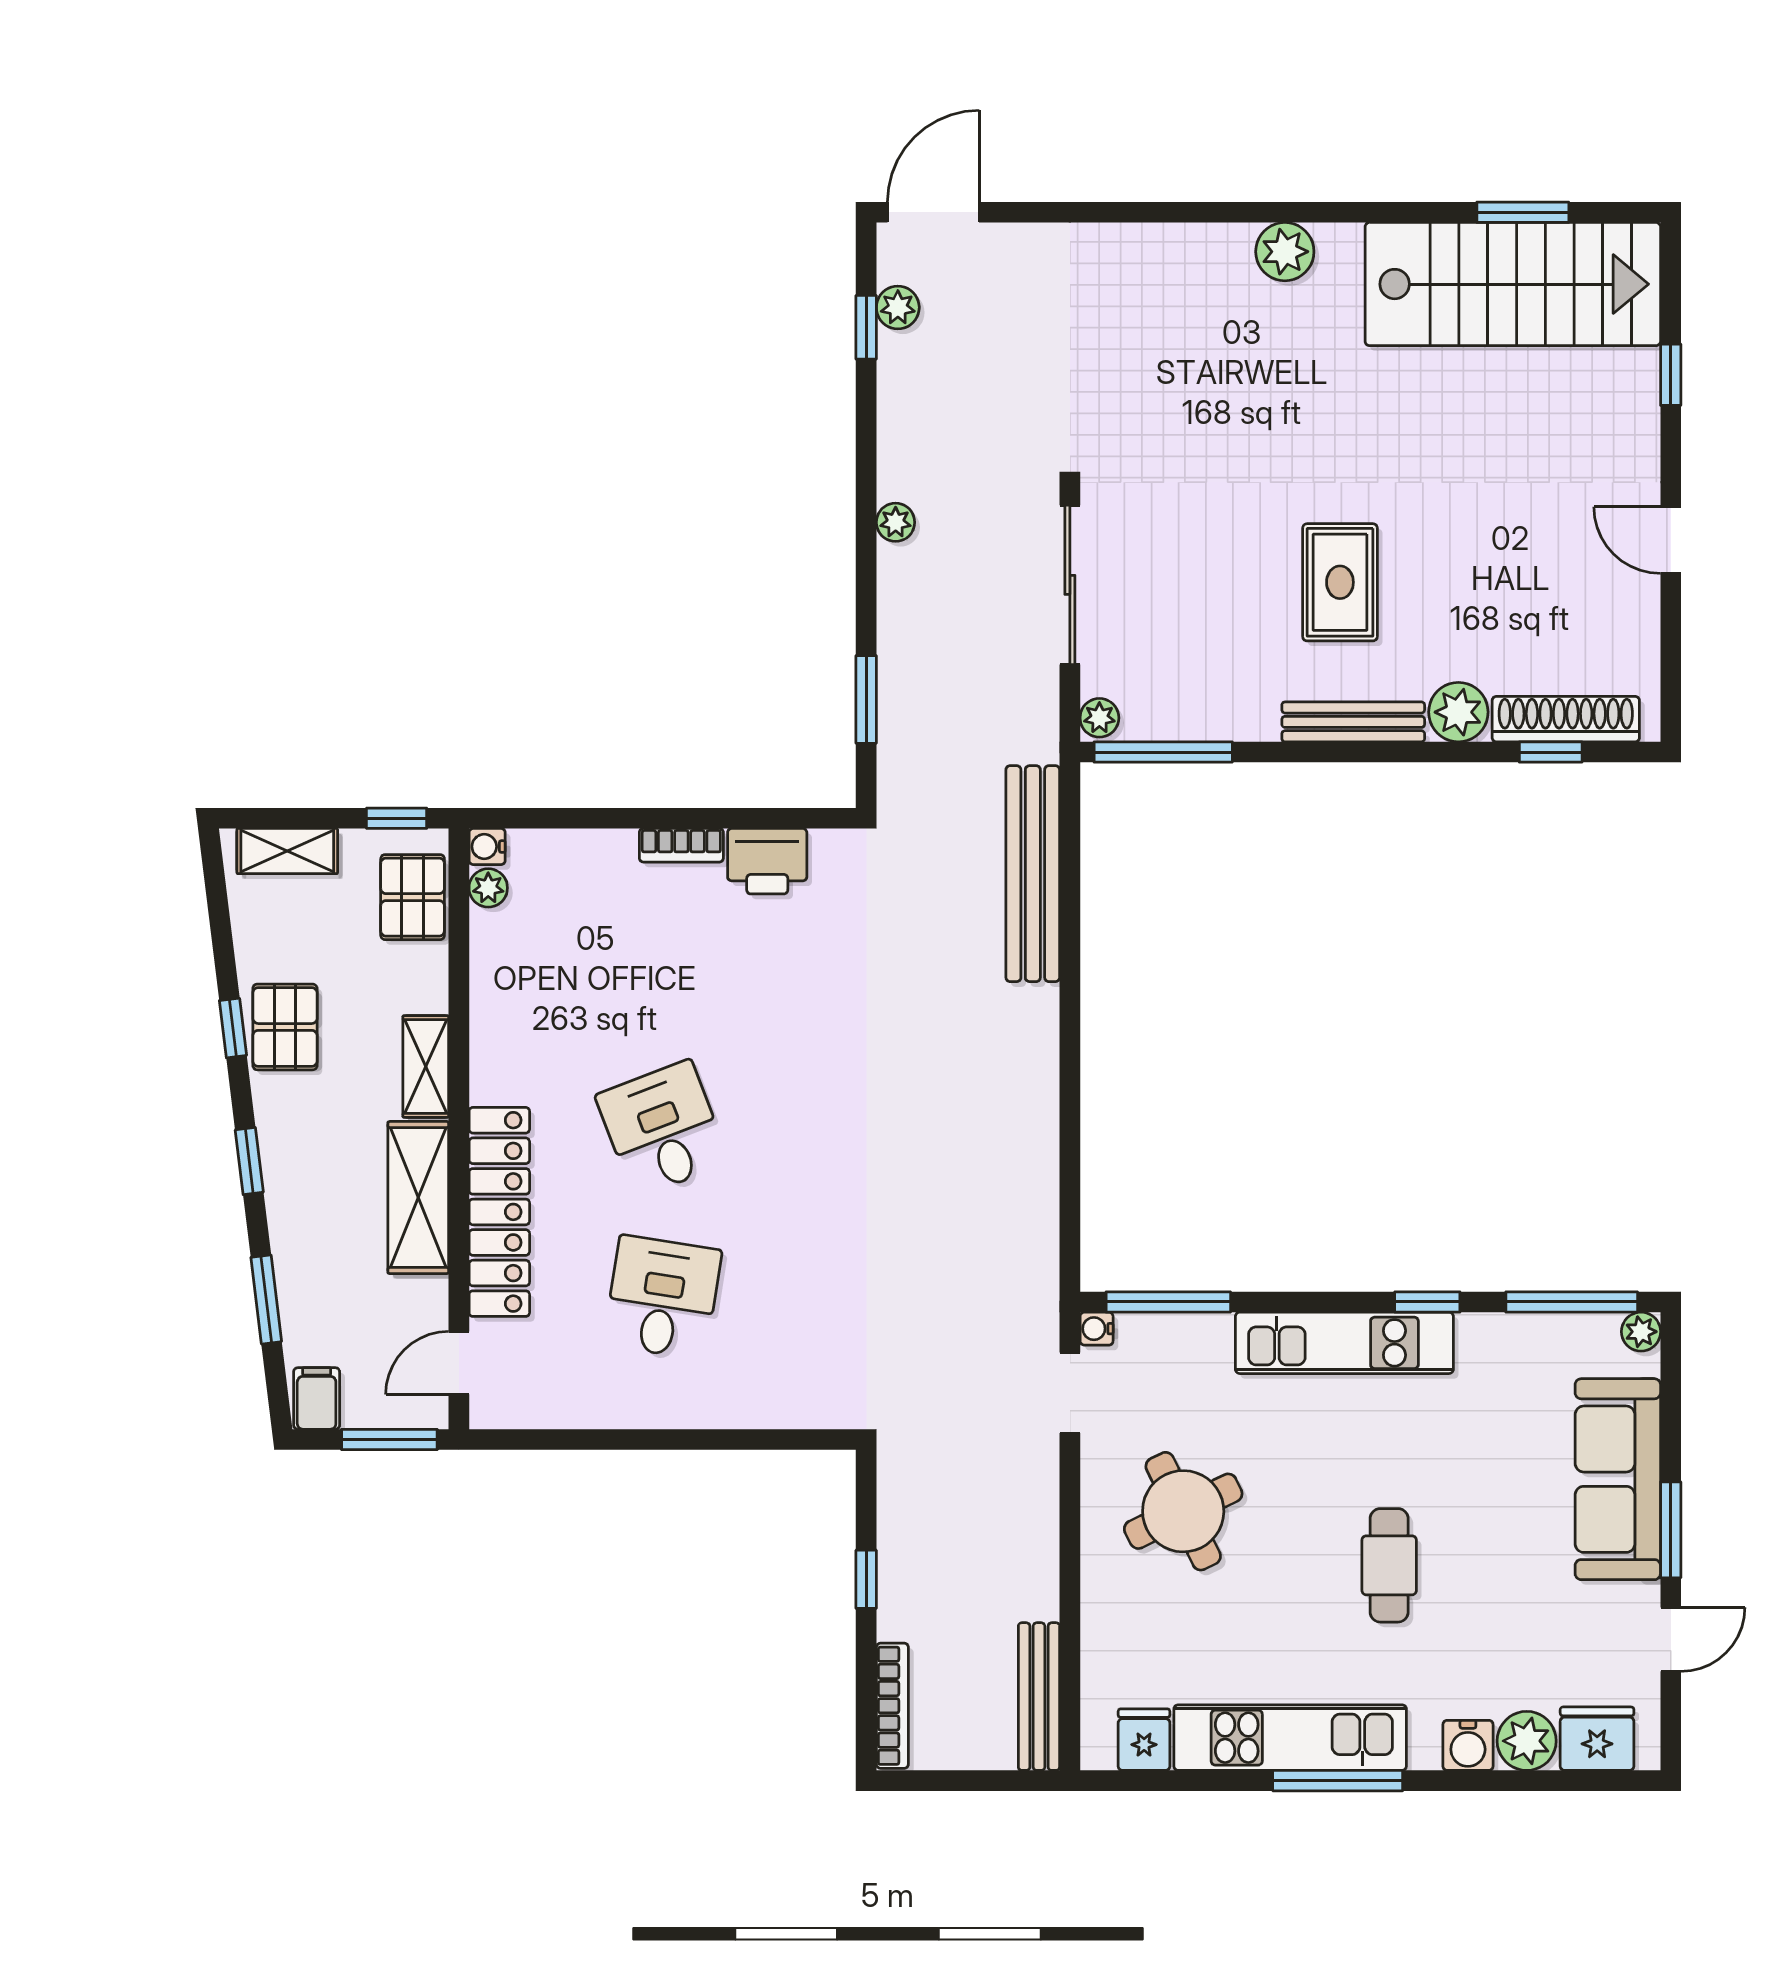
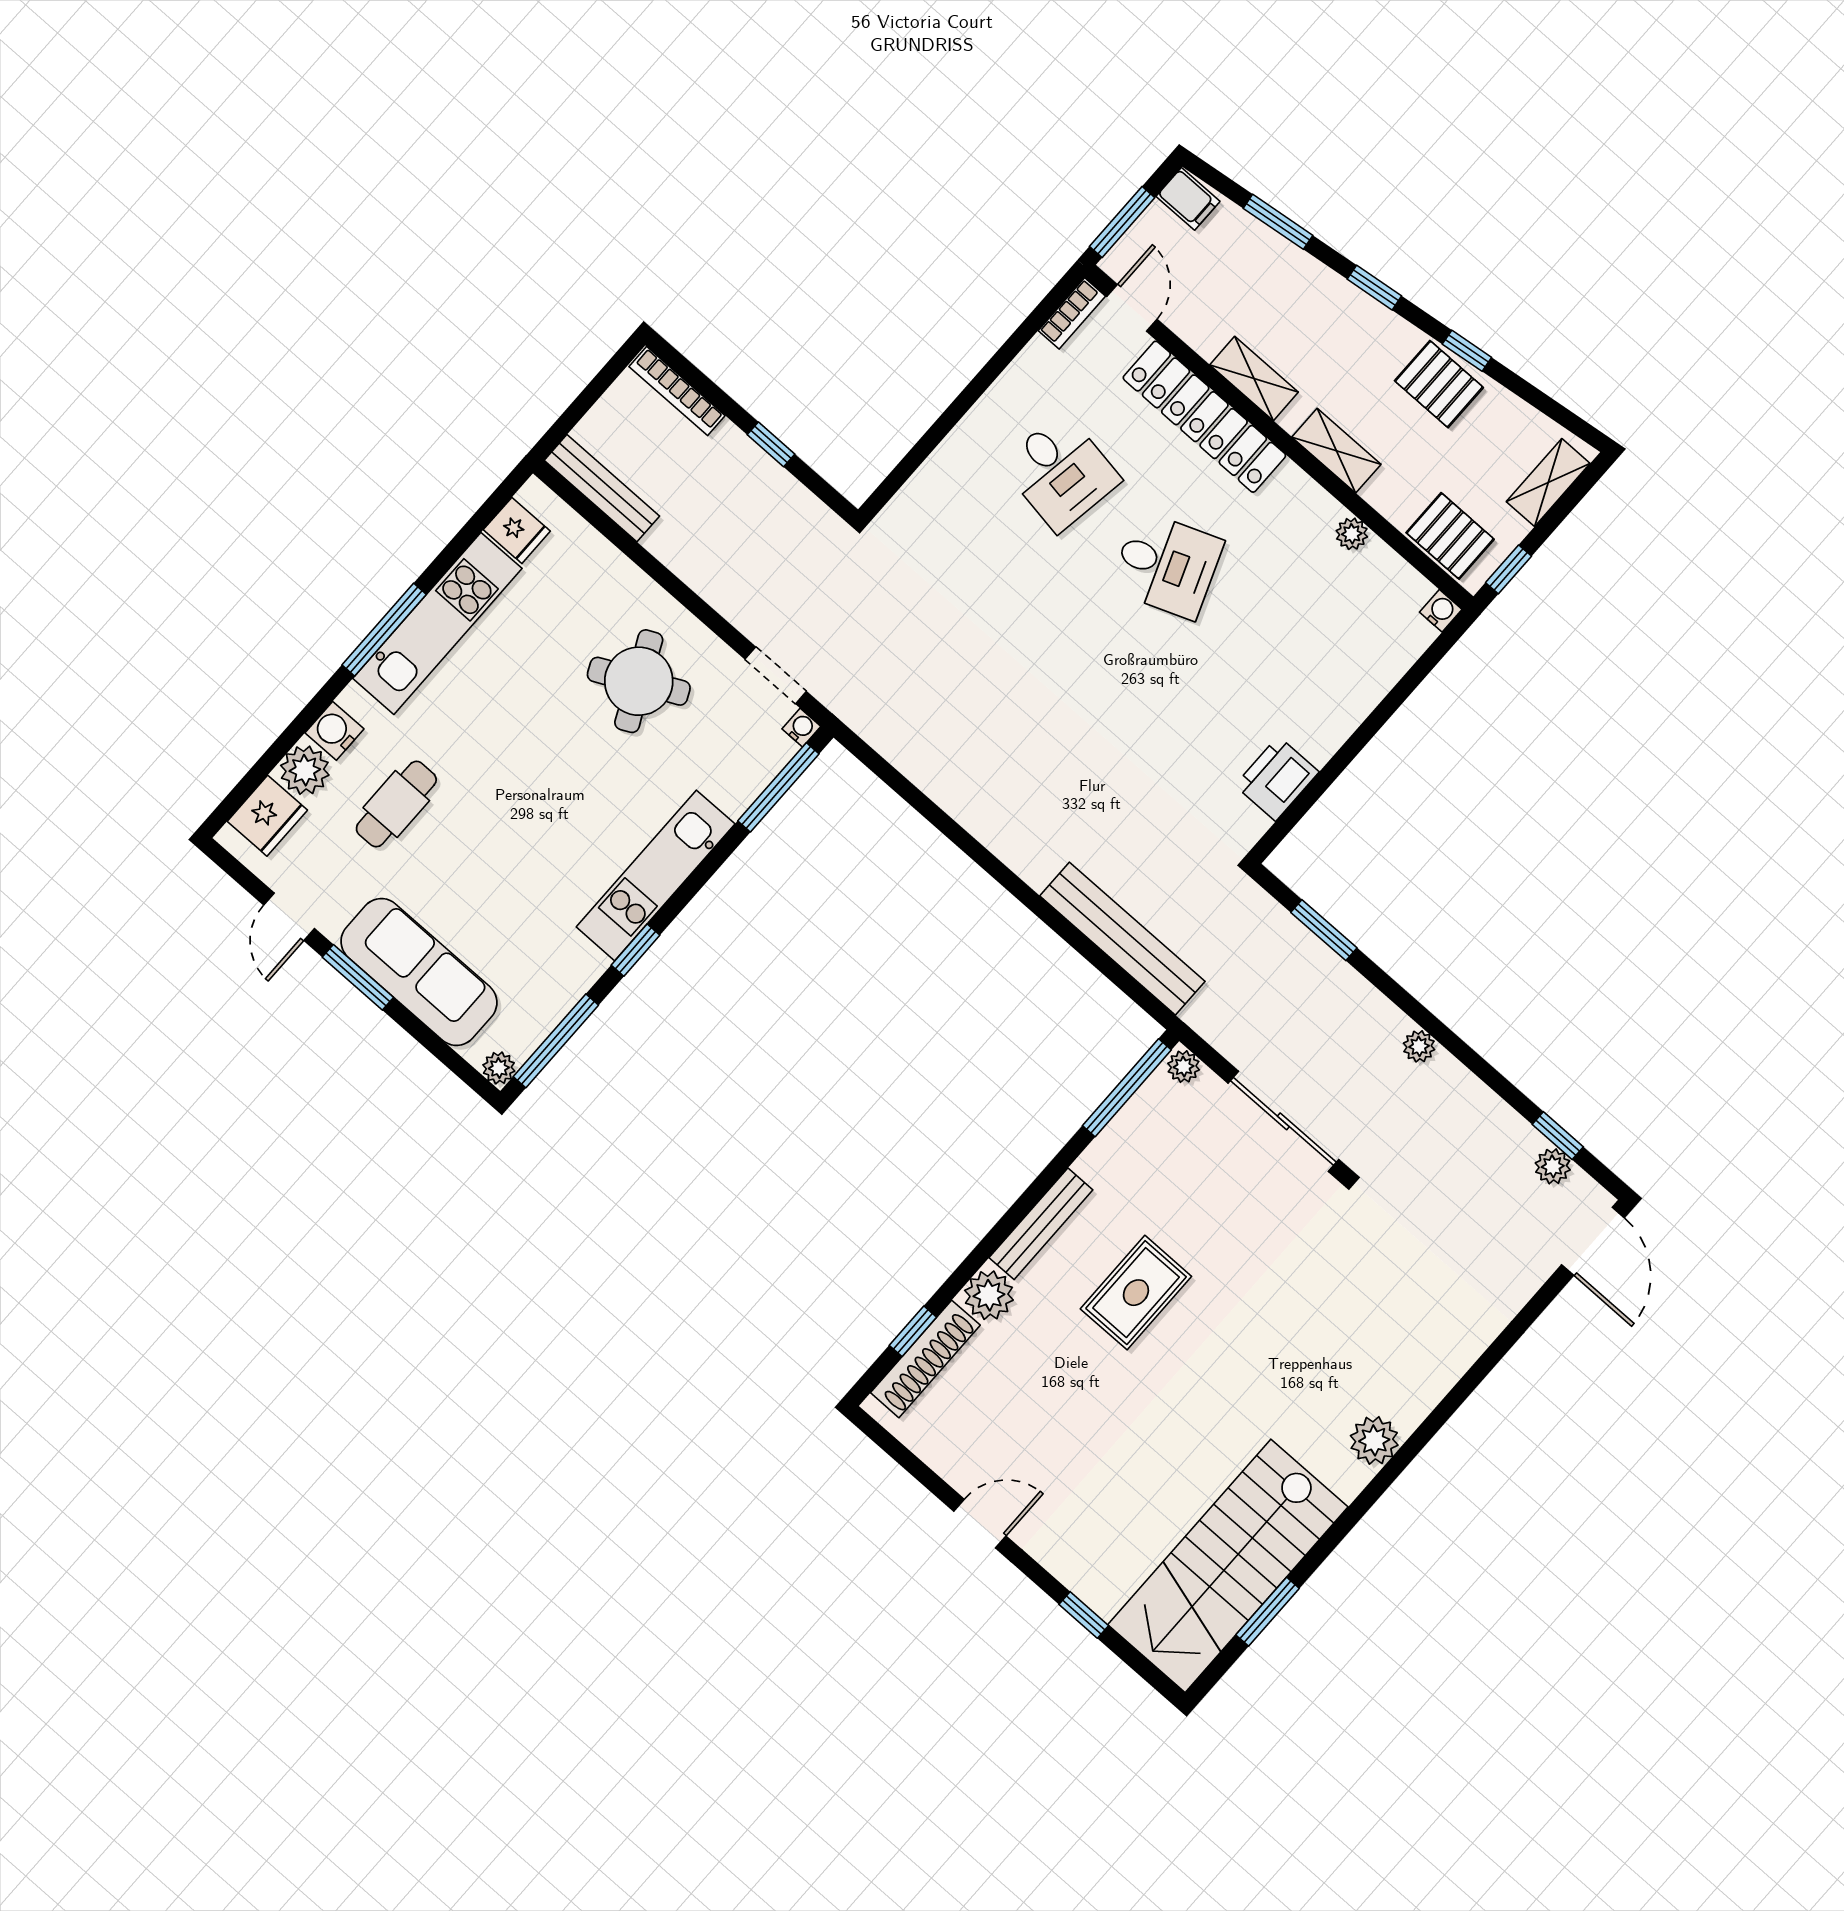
rug: (1340, 582) -> (1136, 1293), turned 90
bookcase: (681, 845) -> (1072, 313), moved, turned 180
plant: (488, 888) -> (1352, 534), moved
shelving: (418, 1198) -> (1254, 378), width x0.67, depth x0.75
cafe table: (1389, 1565) -> (396, 804), moved, turned 90

